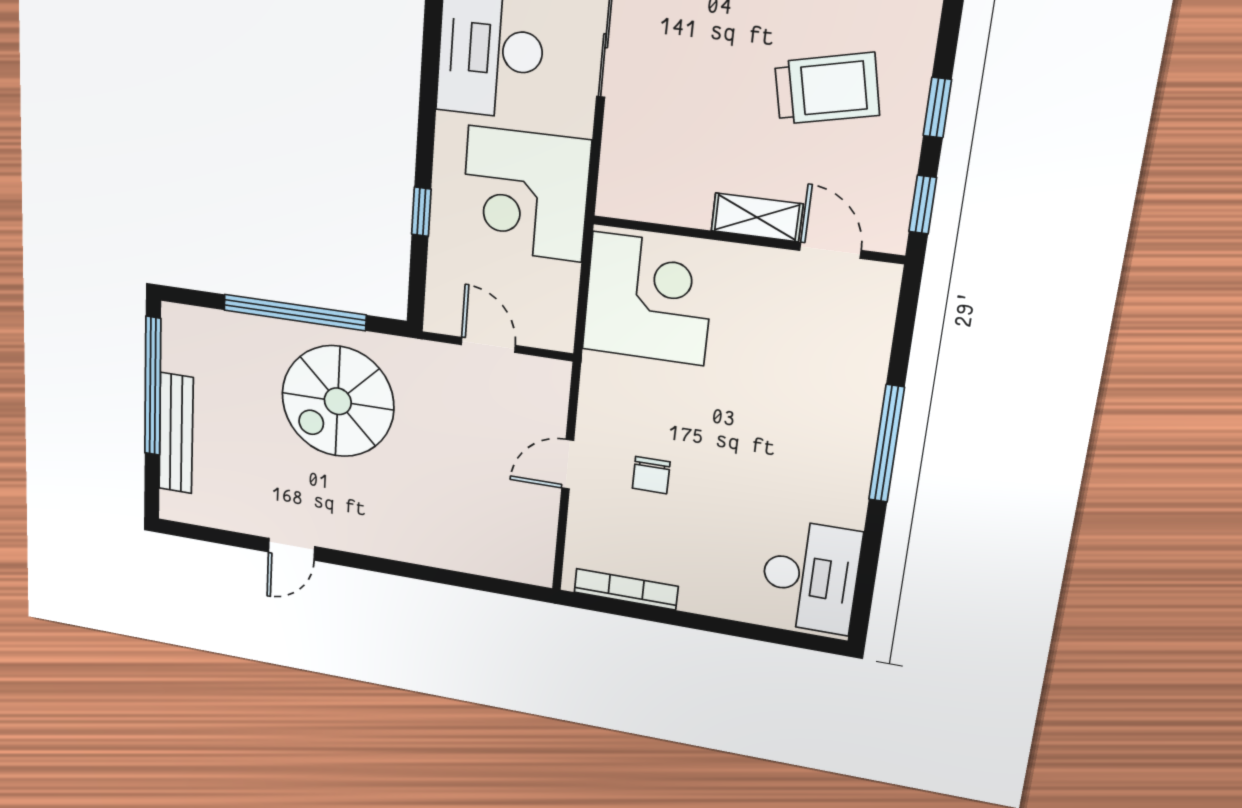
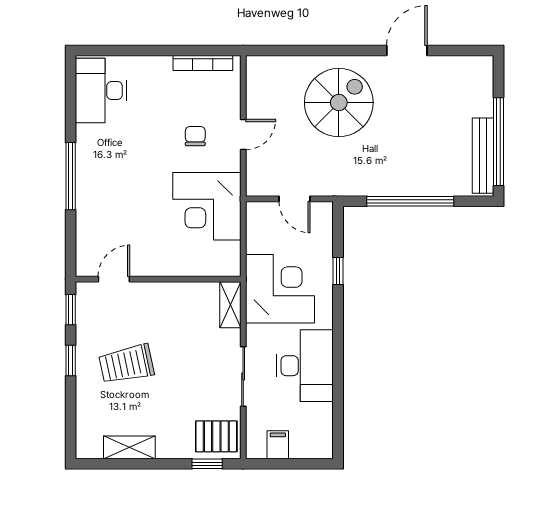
shelving: (757, 217) -> (230, 305), moved, turned 90
door: (830, 250) -> (114, 279), swing flipped
corner desk: (648, 299) -> (207, 206), moved
spiral stairs: (338, 401) -> (339, 103), moved
bench: (176, 433) -> (483, 156), moved
door: (292, 549) -> (407, 51), width x1.38

